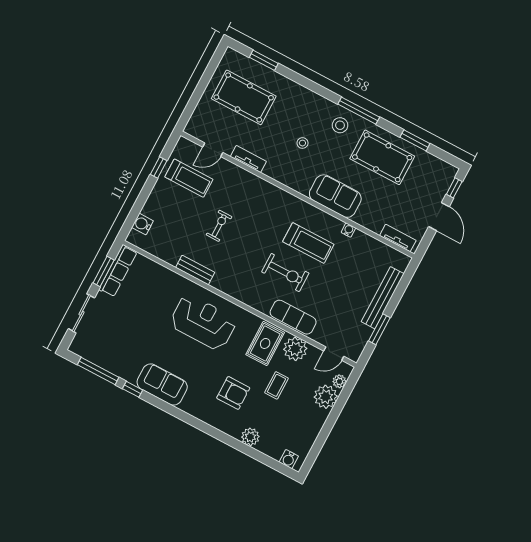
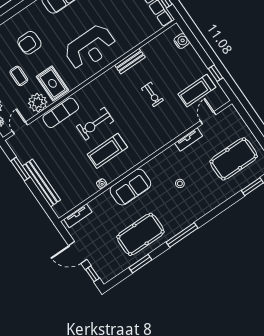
stool: (340, 125) -> (179, 216), removed

